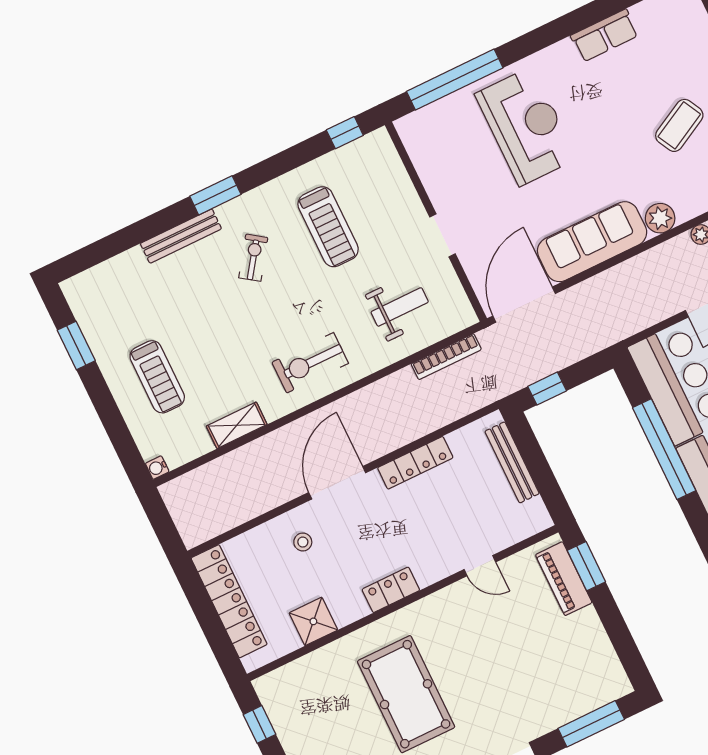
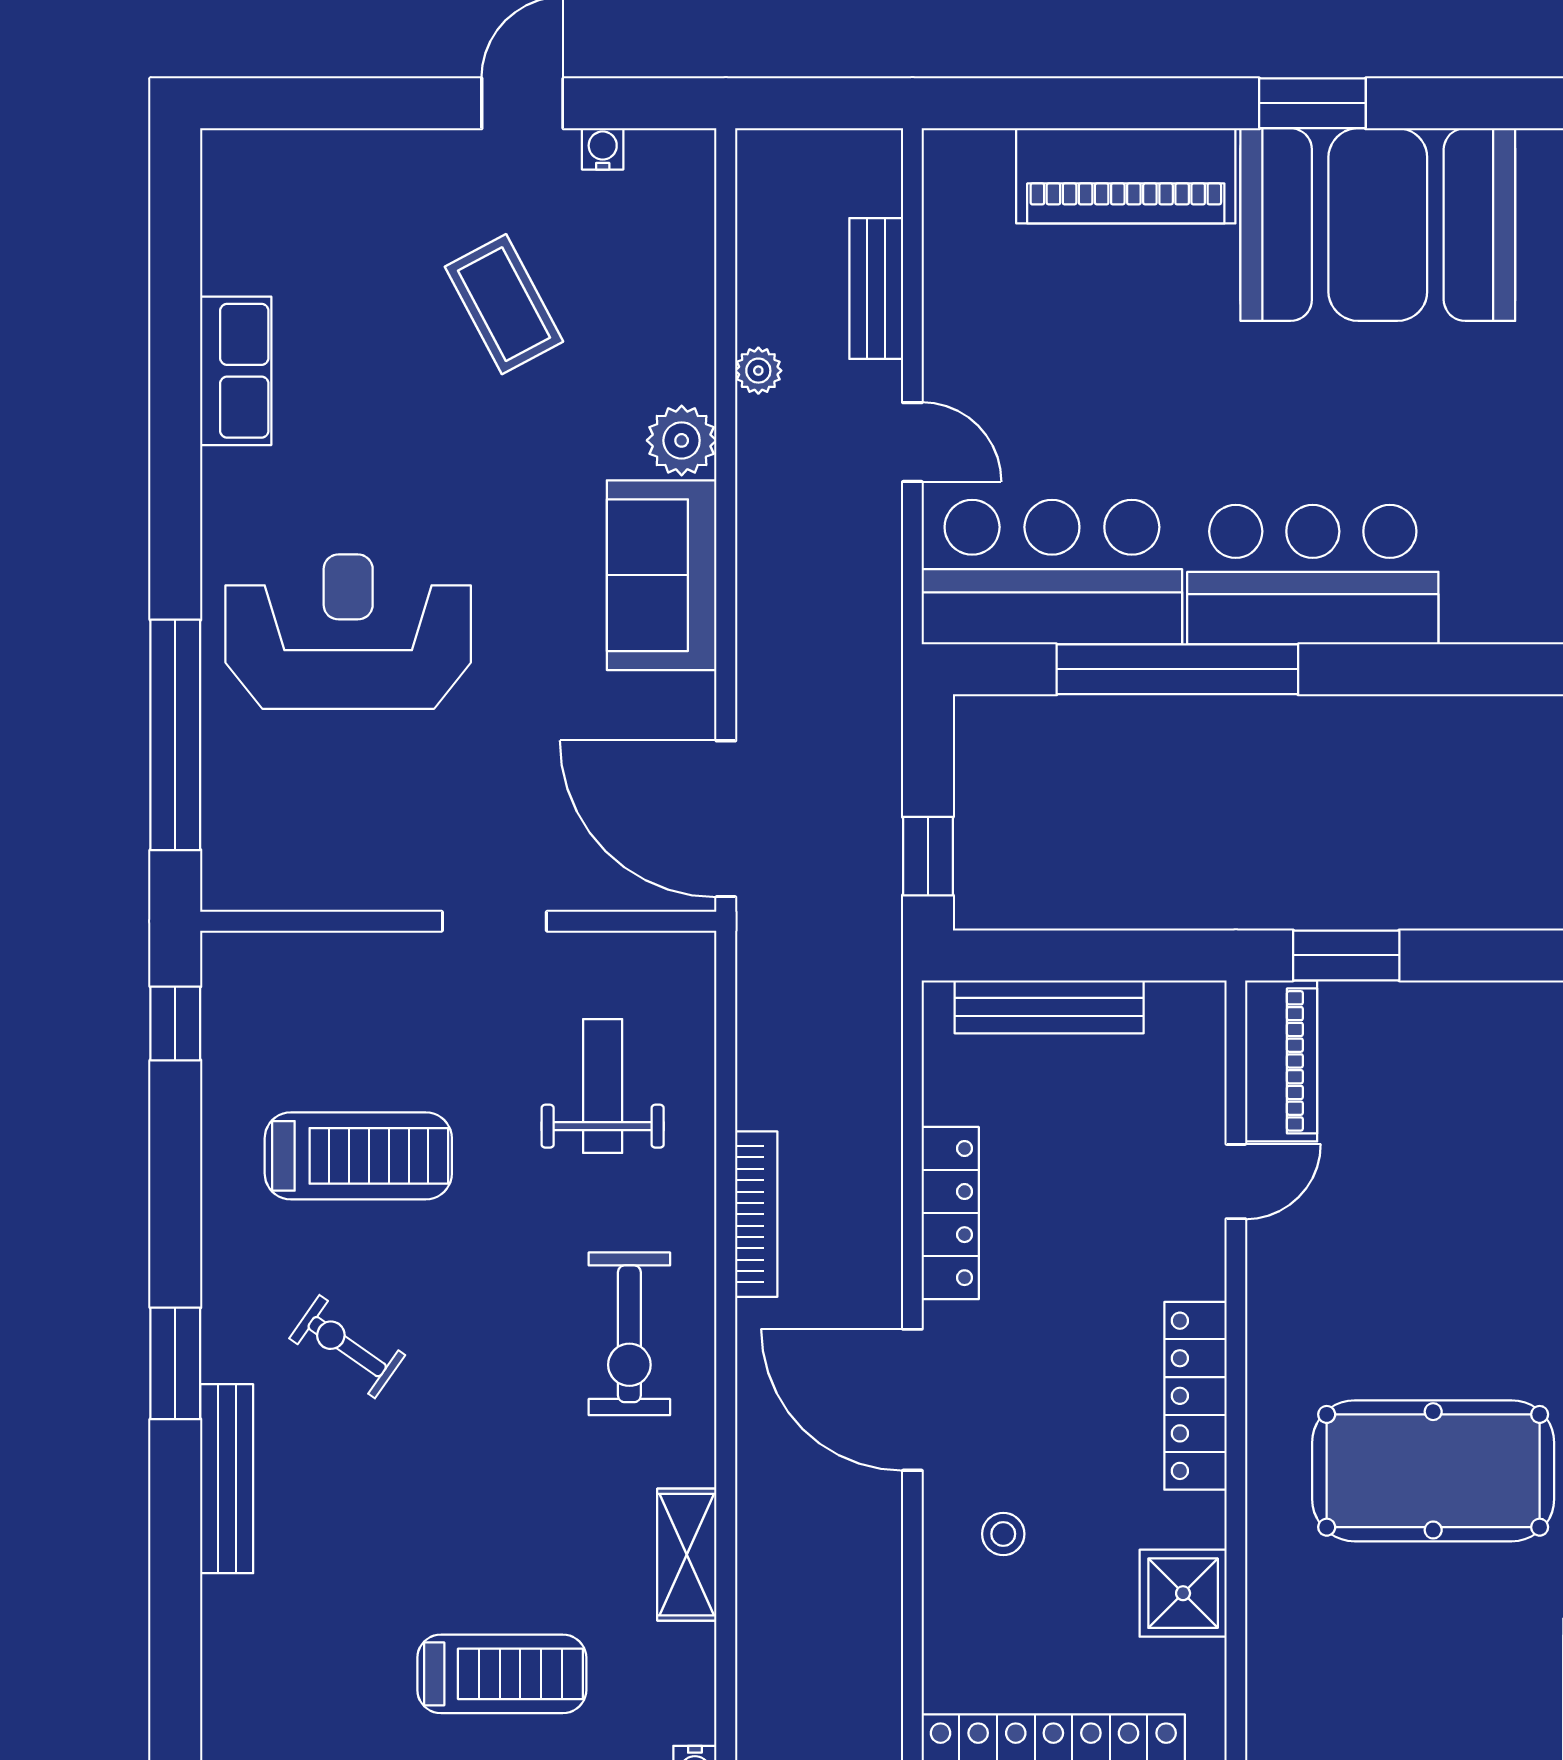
sofa: (592, 242) -> (662, 575), width x0.73
bookcase: (446, 357) -> (756, 1214), moved
piano: (564, 579) -> (1281, 1061), moved, turned -90
locker: (391, 590) -> (1195, 1396), width x1.53

